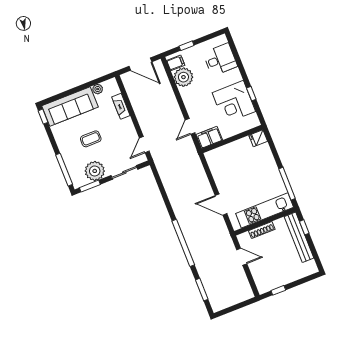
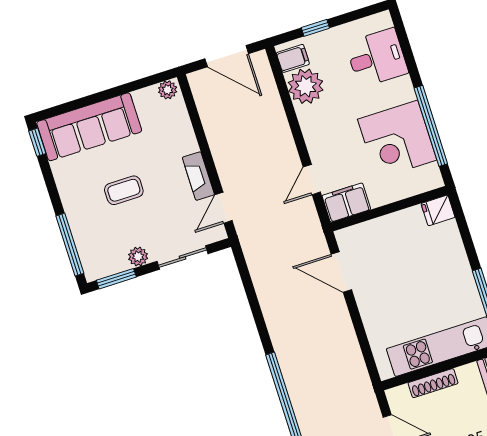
plant: (98, 89) -> (168, 90), moved
window: (251, 94) -> (431, 126), width x3.17
fireplace: (121, 106) -> (198, 176), moved
plant: (95, 171) -> (138, 257), width x0.53, depth x0.53
door: (221, 205) -> (341, 272), moved

